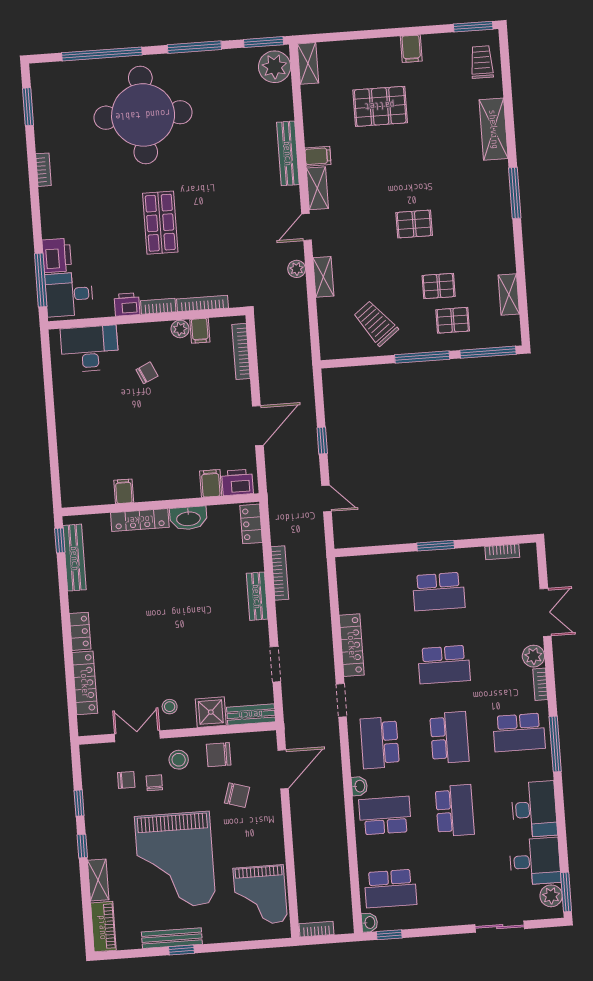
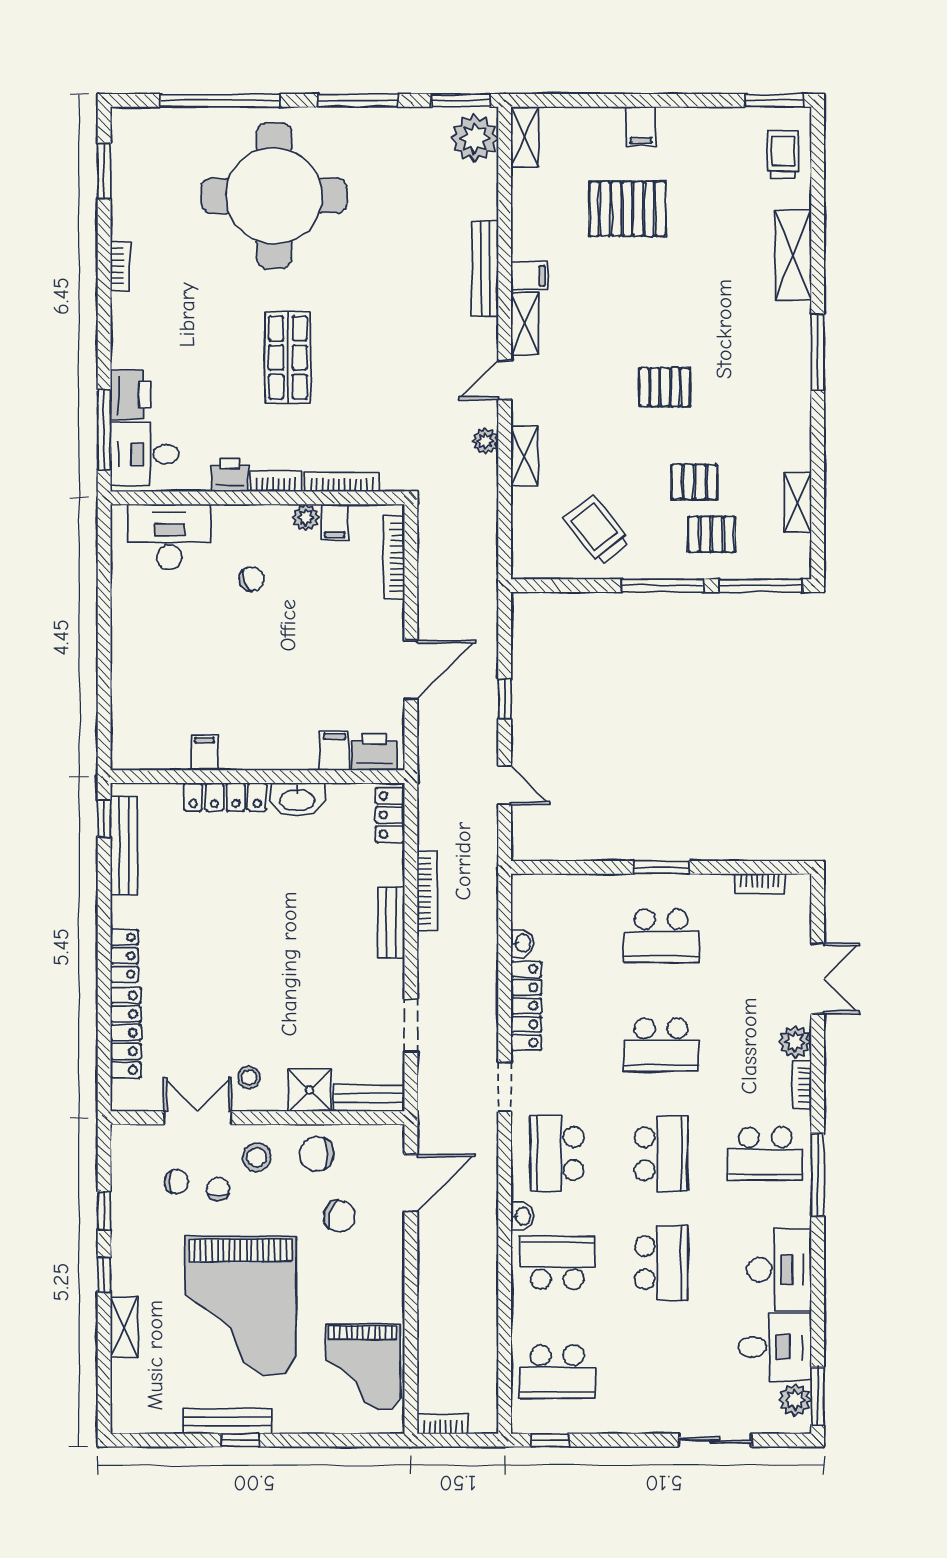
filing cabinet: (411, 49) -> (641, 126), moved
washbasin: (369, 923) -> (522, 943), moved
piano: (103, 927) -> (127, 1397), removed

